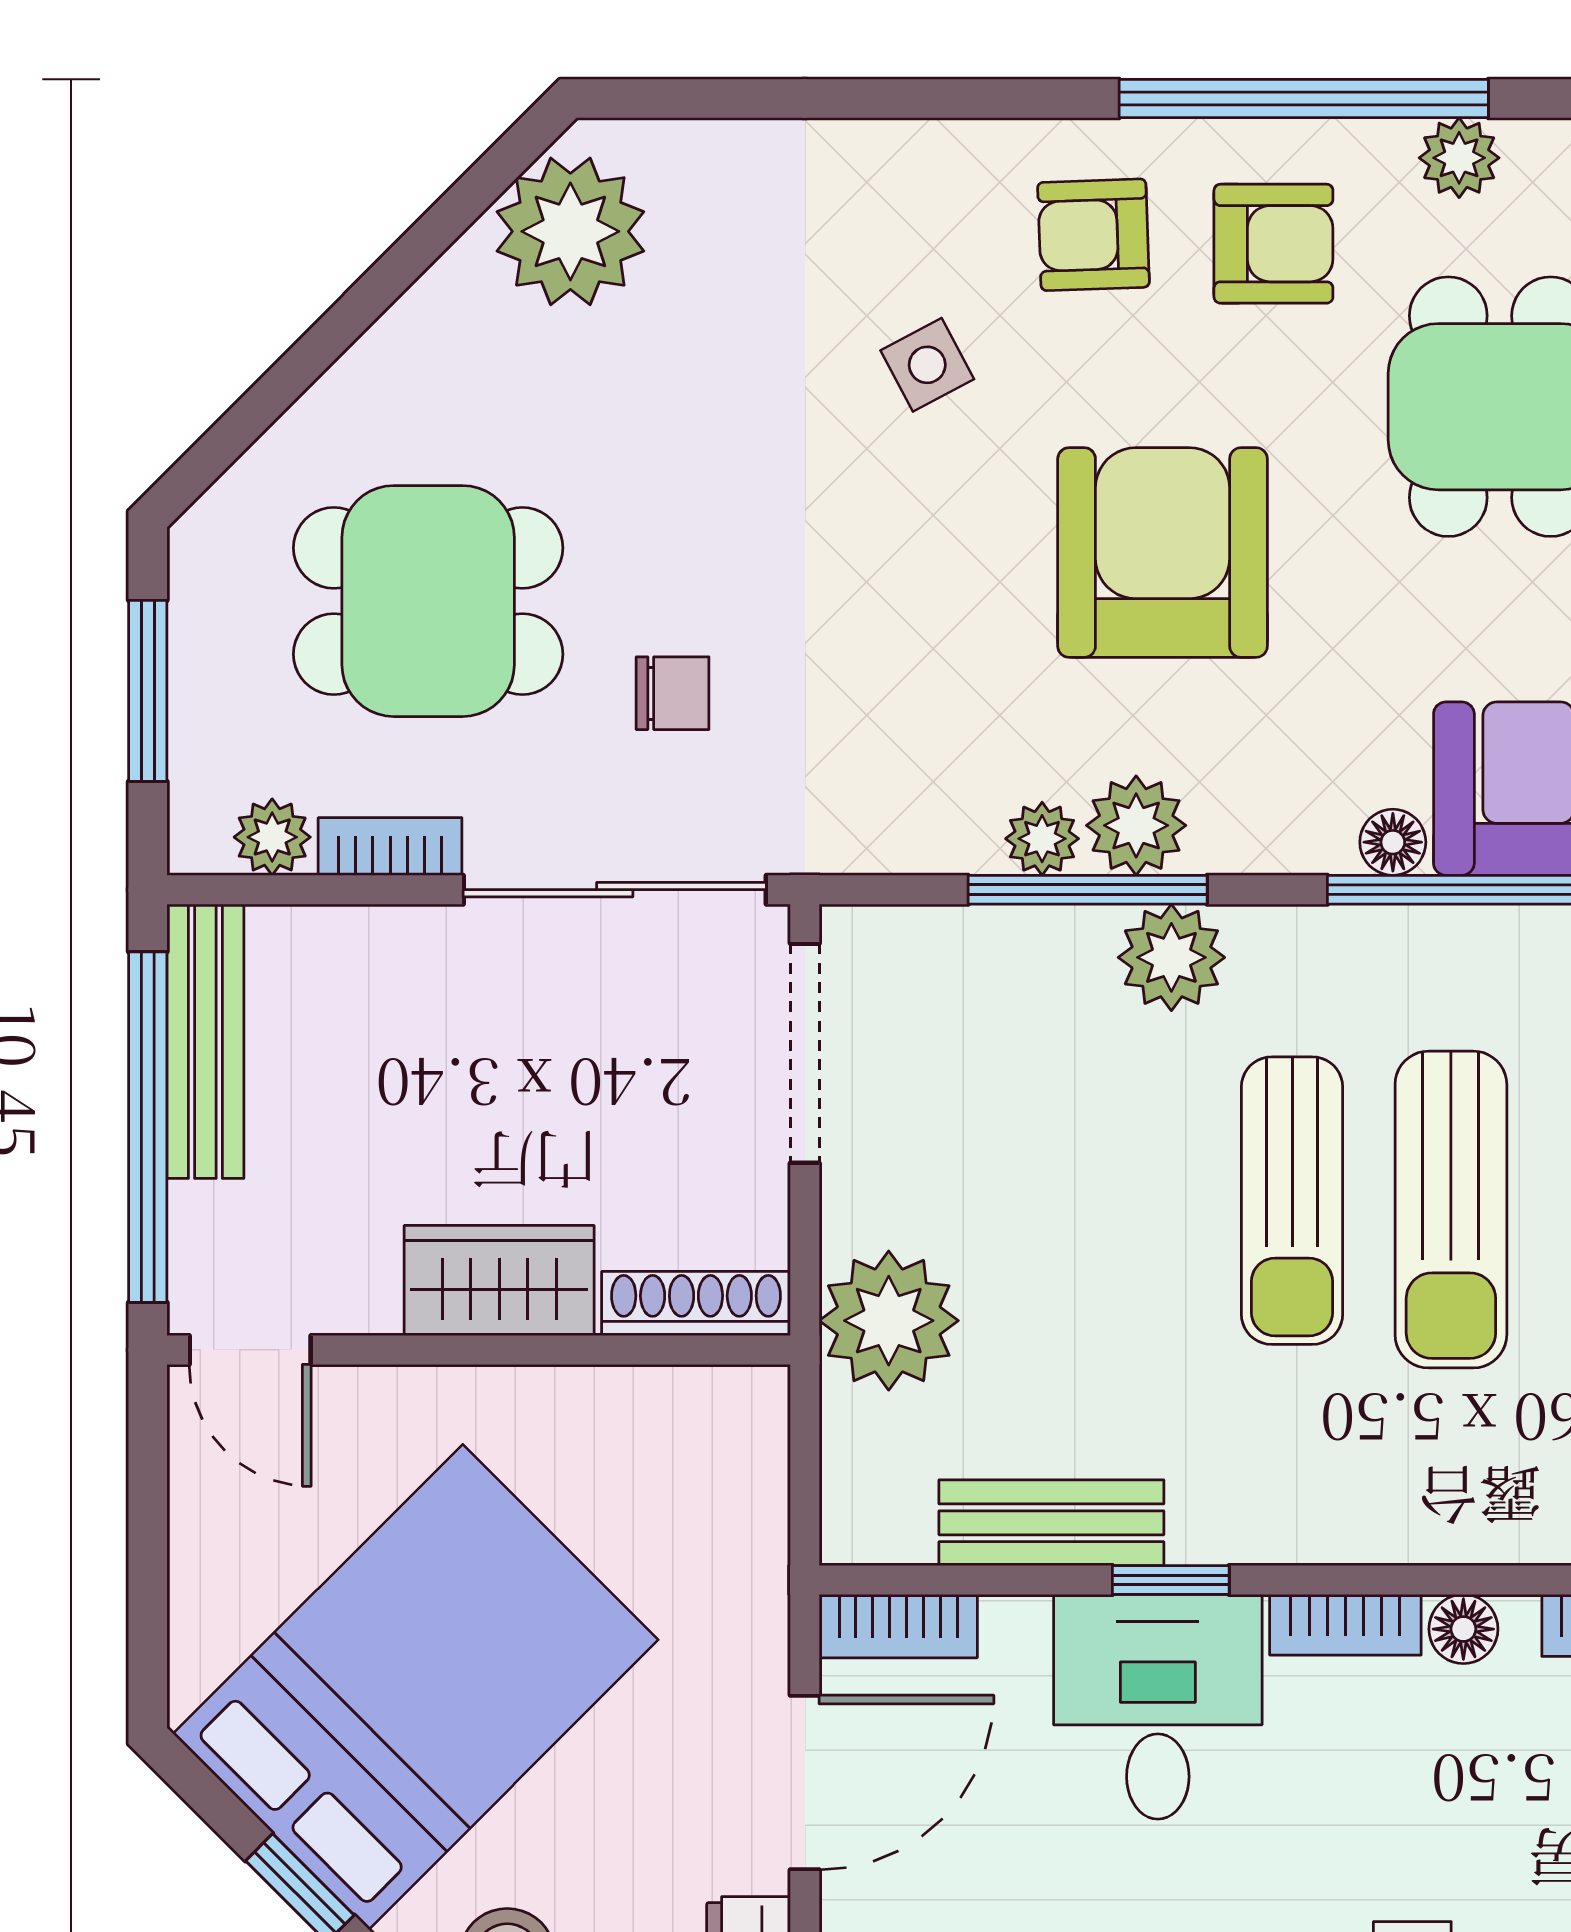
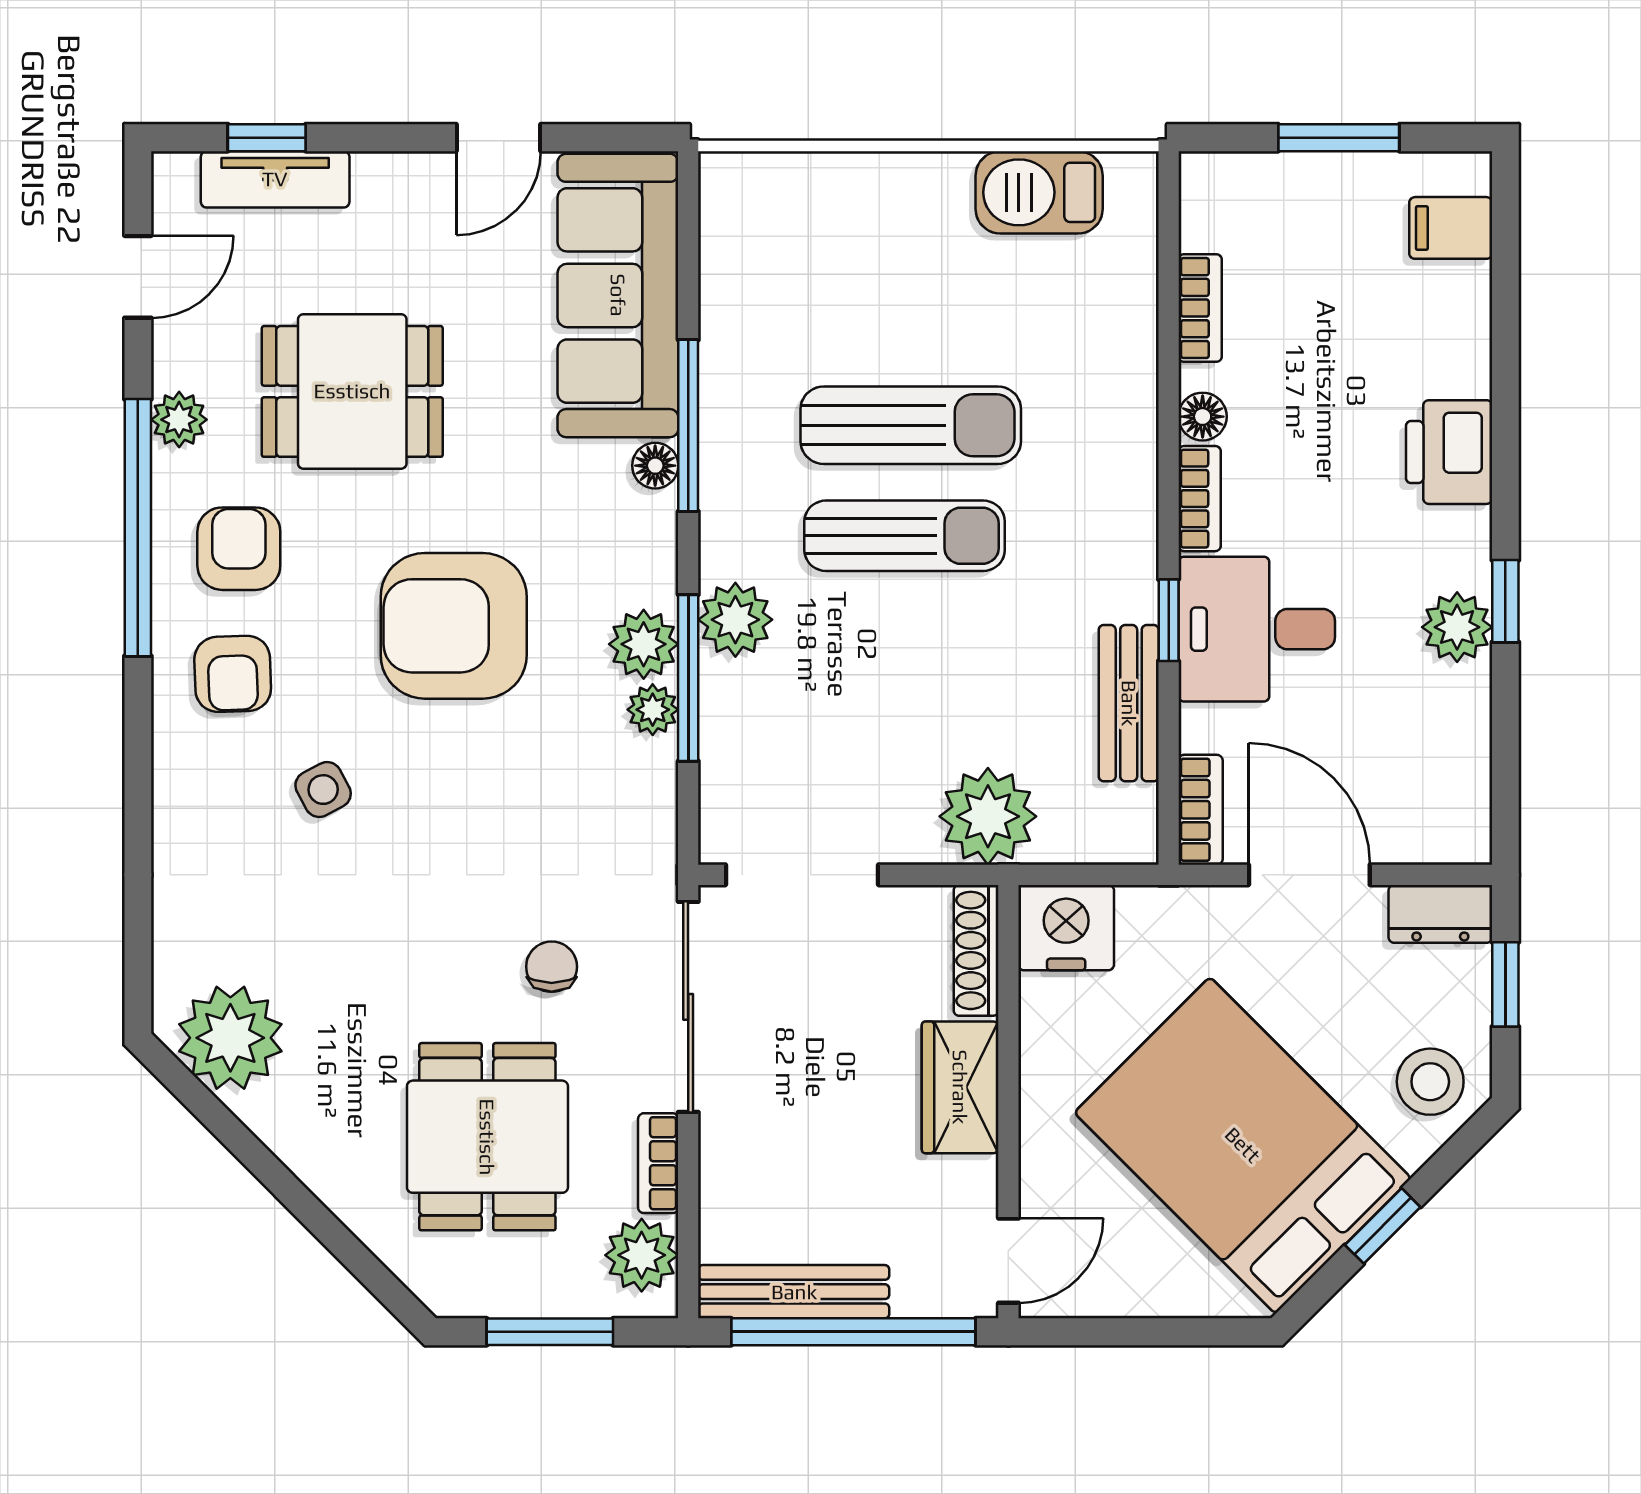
plant: (272, 837) -> (642, 1255), width x1.38, depth x1.38
nightstand: (729, 1433) -> (1066, 928), added

